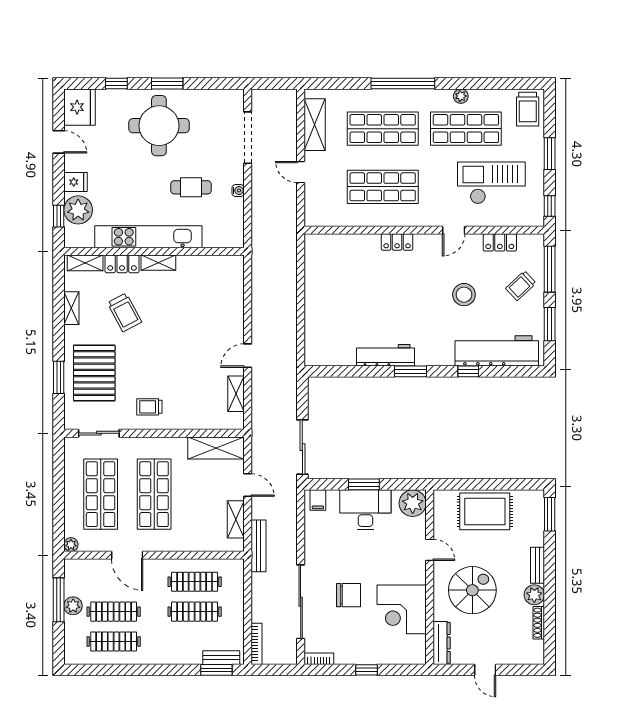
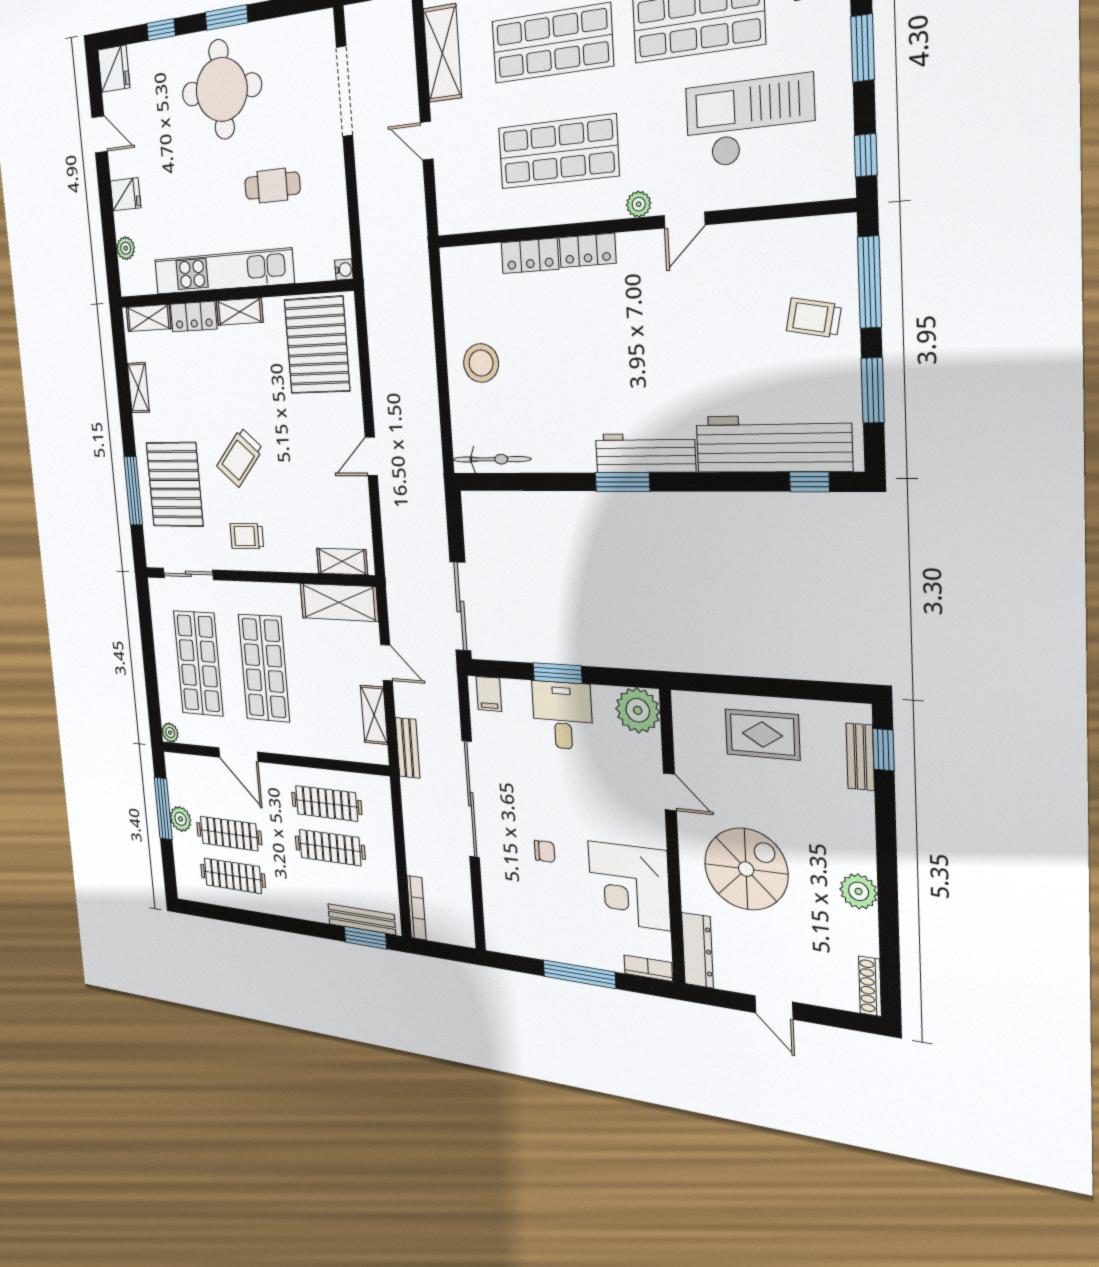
fridge: (80, 107) -> (114, 69), width x0.73, depth x0.75
water cooler: (238, 191) -> (344, 270), moved
plant: (78, 210) -> (126, 248), width x0.53, depth x0.53
window: (59, 216) -> (110, 249), removed
plant: (428, 219) -> (639, 204), added
locker: (500, 242) -> (530, 256), moved
pallet: (215, 286) -> (317, 345), added
trolley: (521, 286) -> (814, 318), turned 54
stool: (464, 295) -> (481, 363), moved
trolley: (125, 312) -> (240, 457), moved, turned 69
workbench: (386, 355) -> (645, 453), moved
bicycle: (330, 358) -> (492, 459), added
window: (468, 371) -> (809, 482), moved
window: (59, 377) -> (133, 491), width x1.44
shelving: (236, 394) -> (342, 561), moved, turned 90
desk: (365, 510) -> (562, 715), width x0.73
rug: (485, 511) -> (762, 735), width x0.73, depth x0.70
window: (550, 514) -> (883, 750), width x0.67
bench: (258, 546) -> (408, 748), width x0.73
bench: (537, 565) -> (860, 757), moved
chair: (349, 595) -> (545, 851), width x0.54, depth x0.54
sliding door: (301, 602) -> (471, 799), moved
shoe rack: (539, 623) -> (870, 986), moved
bench: (221, 658) -> (362, 919), width x1.36
bookcase: (319, 659) -> (648, 968), moved
window: (367, 670) -> (579, 974), width x2.17

